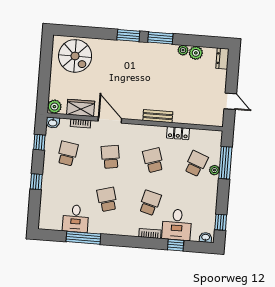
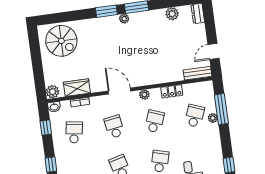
plant: (183, 50) -> (124, 19), moved
door: (230, 101) -> (213, 51), swing flipped
bench: (158, 116) -> (198, 73), moved
door: (110, 120) -> (120, 91), moved
plant: (149, 130) -> (144, 95), added
school desk: (153, 160) -> (154, 121), turned 39

